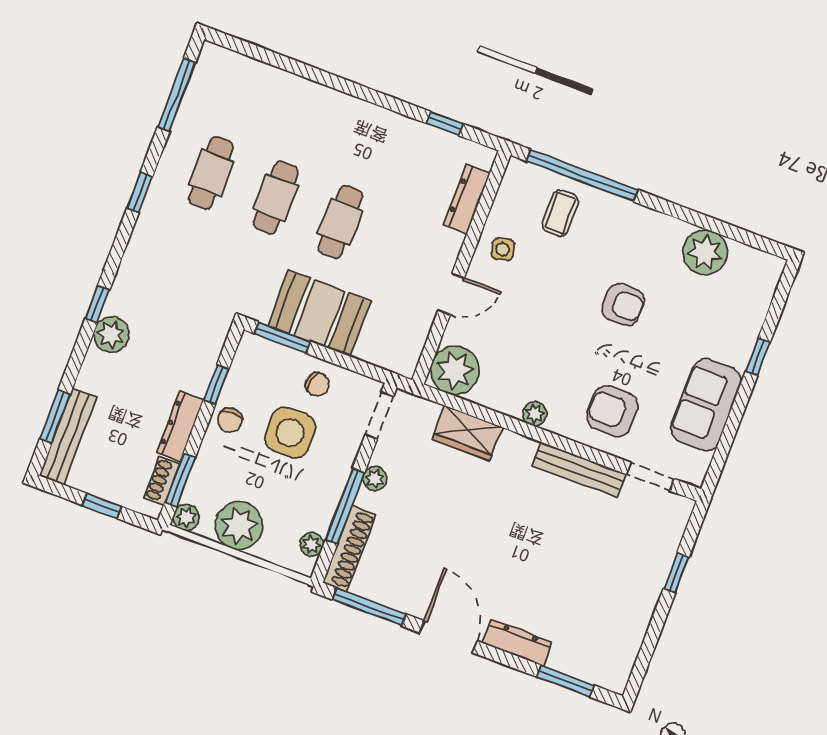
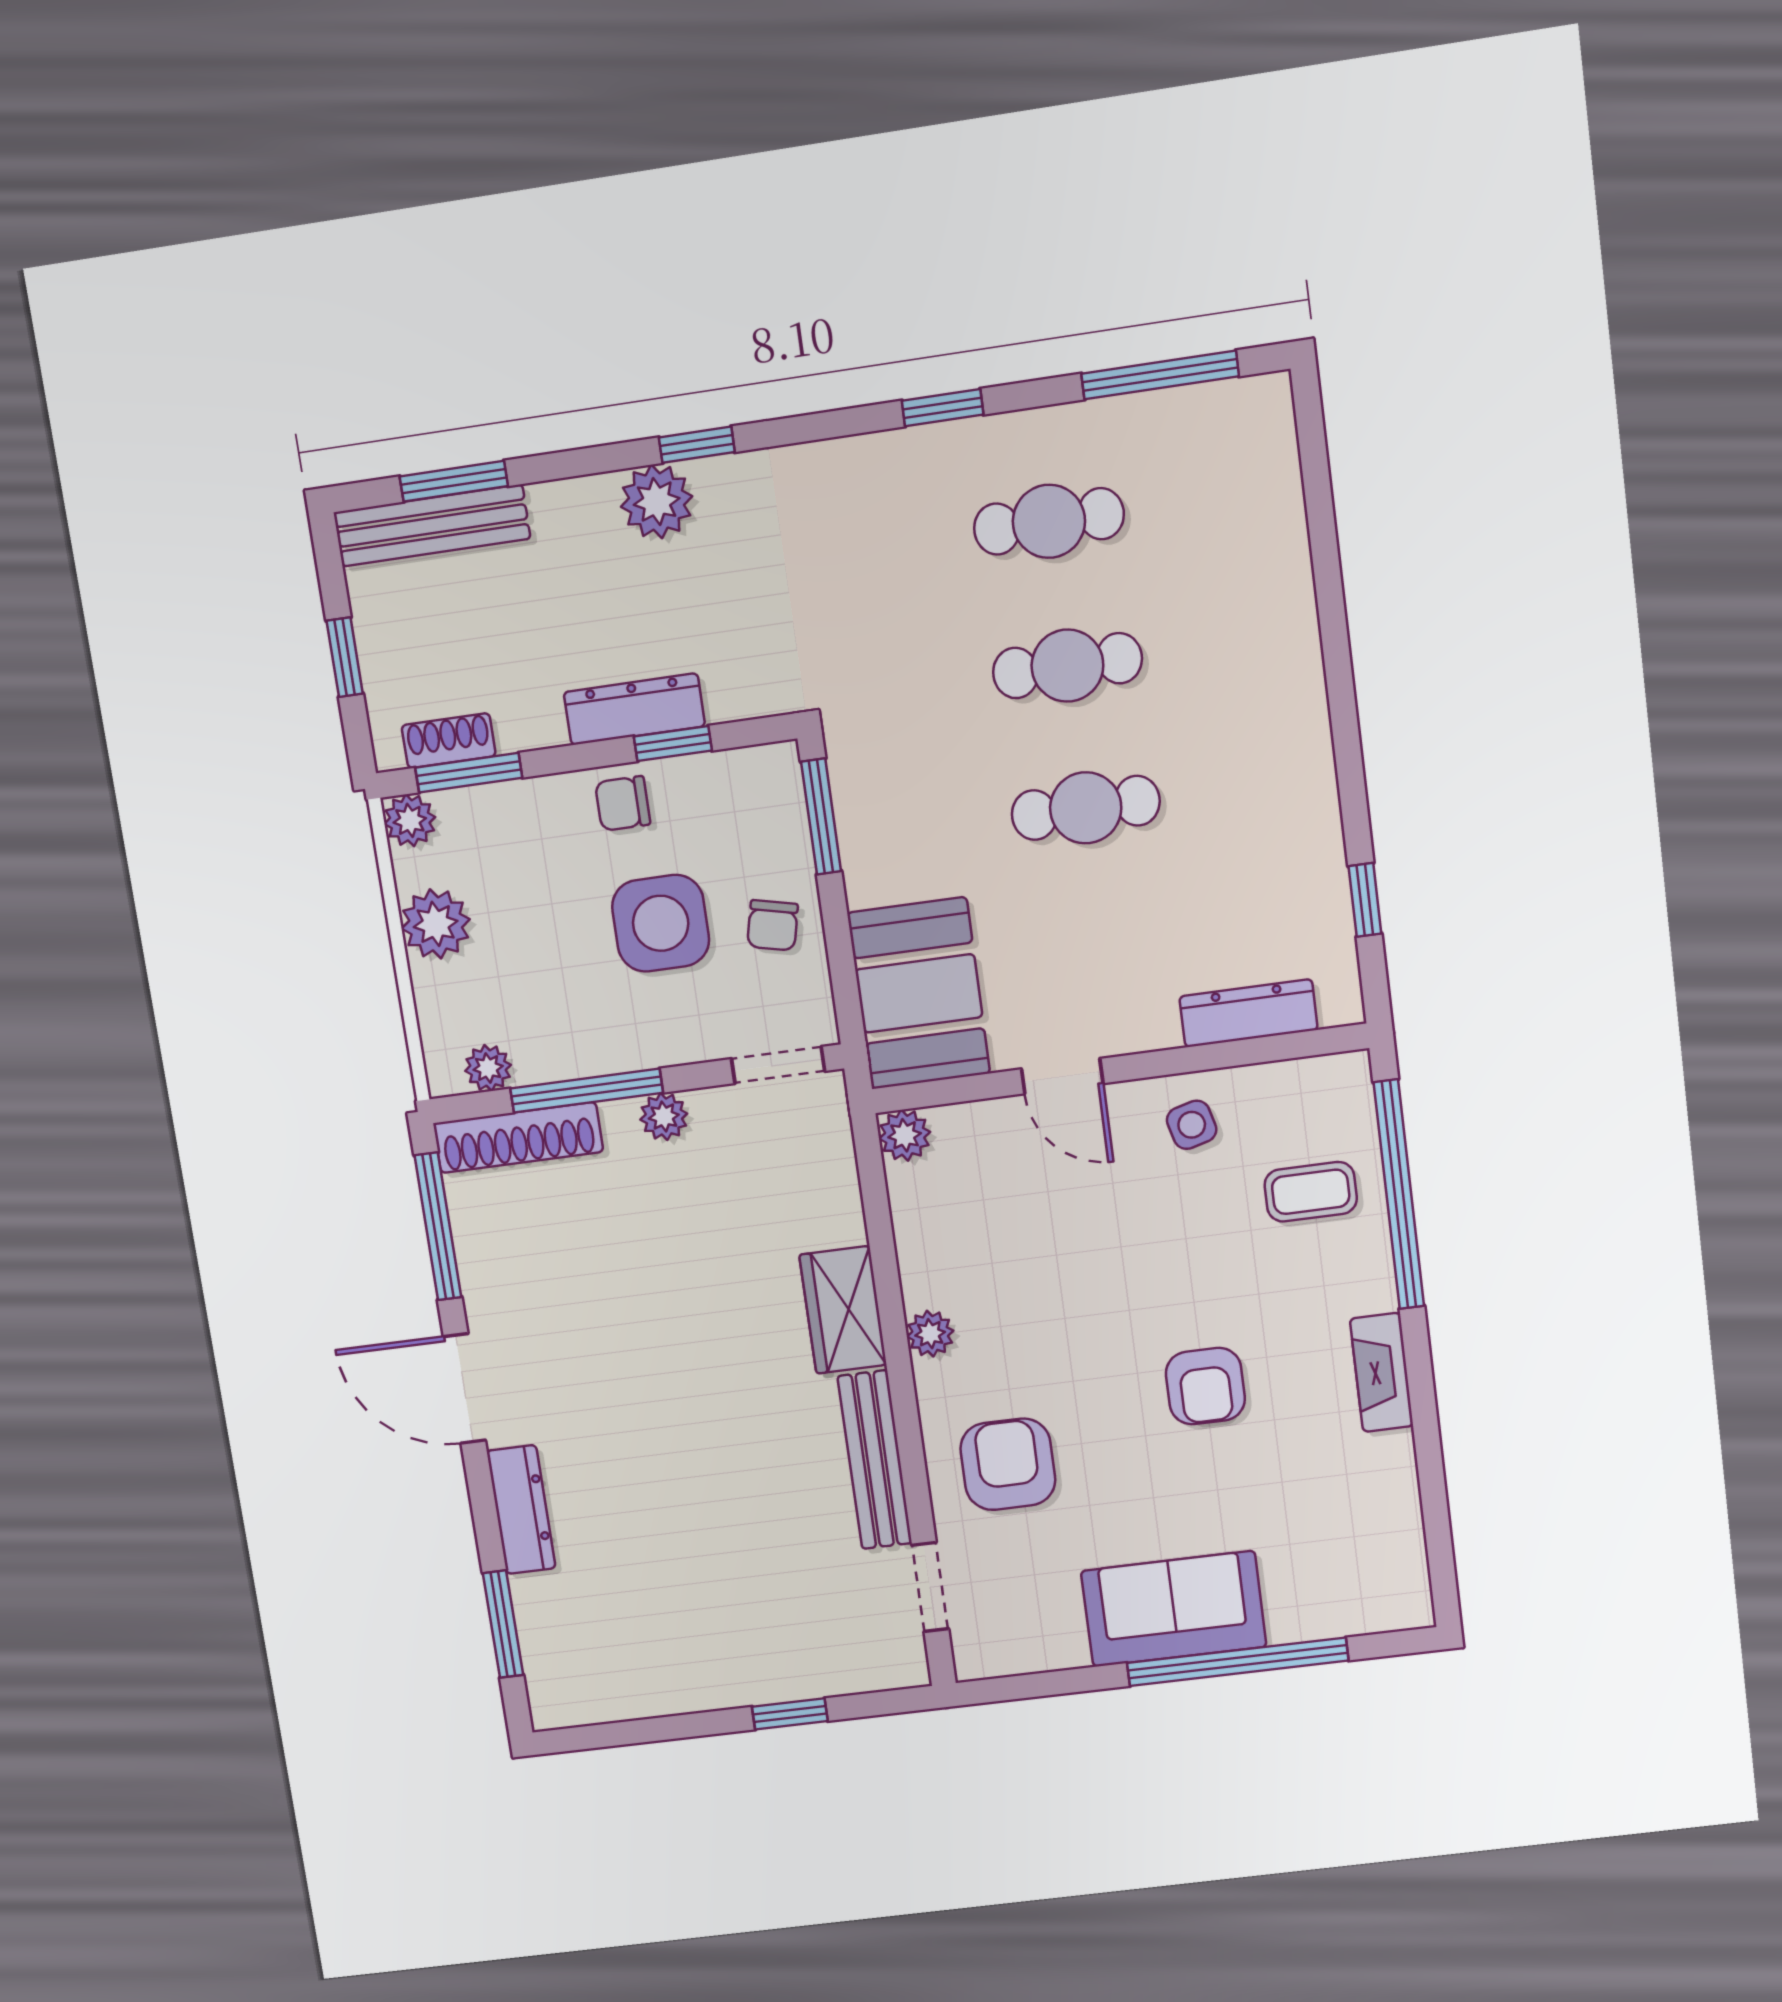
fireplace: (658, 224) -> (1382, 1372), added
plant: (705, 252) -> (1374, 1479), removed
booth: (319, 313) -> (919, 993), moved
window: (758, 357) -> (1237, 1662), width x3.17
plant: (455, 370) -> (905, 1135), width x0.53, depth x0.53
sofa: (706, 405) -> (1174, 1609), moved
dresser: (180, 426) -> (634, 709), moved
wardrobe: (467, 433) -> (843, 1310), moved
plant: (239, 526) -> (436, 924), width x0.73, depth x0.73
door: (448, 637) -> (464, 1389), swing flipped

